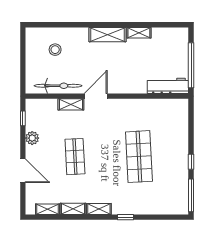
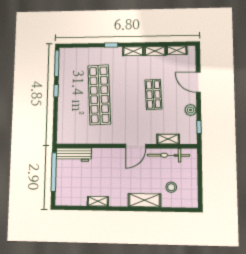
shelving: (107, 35) -> (144, 200), moved
shelving: (71, 104) -> (168, 139), moved
shop shelf: (139, 157) -> (99, 95), width x1.40

